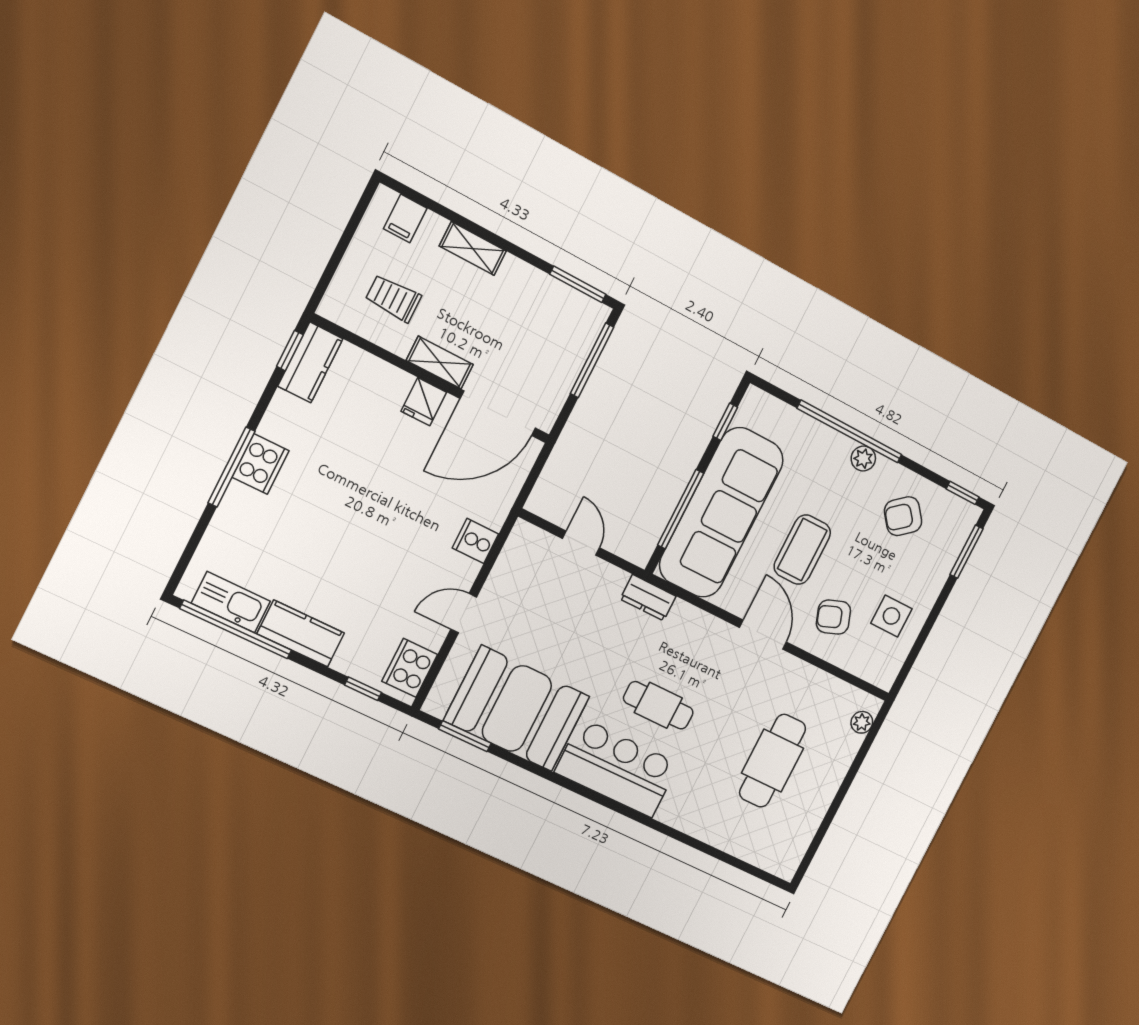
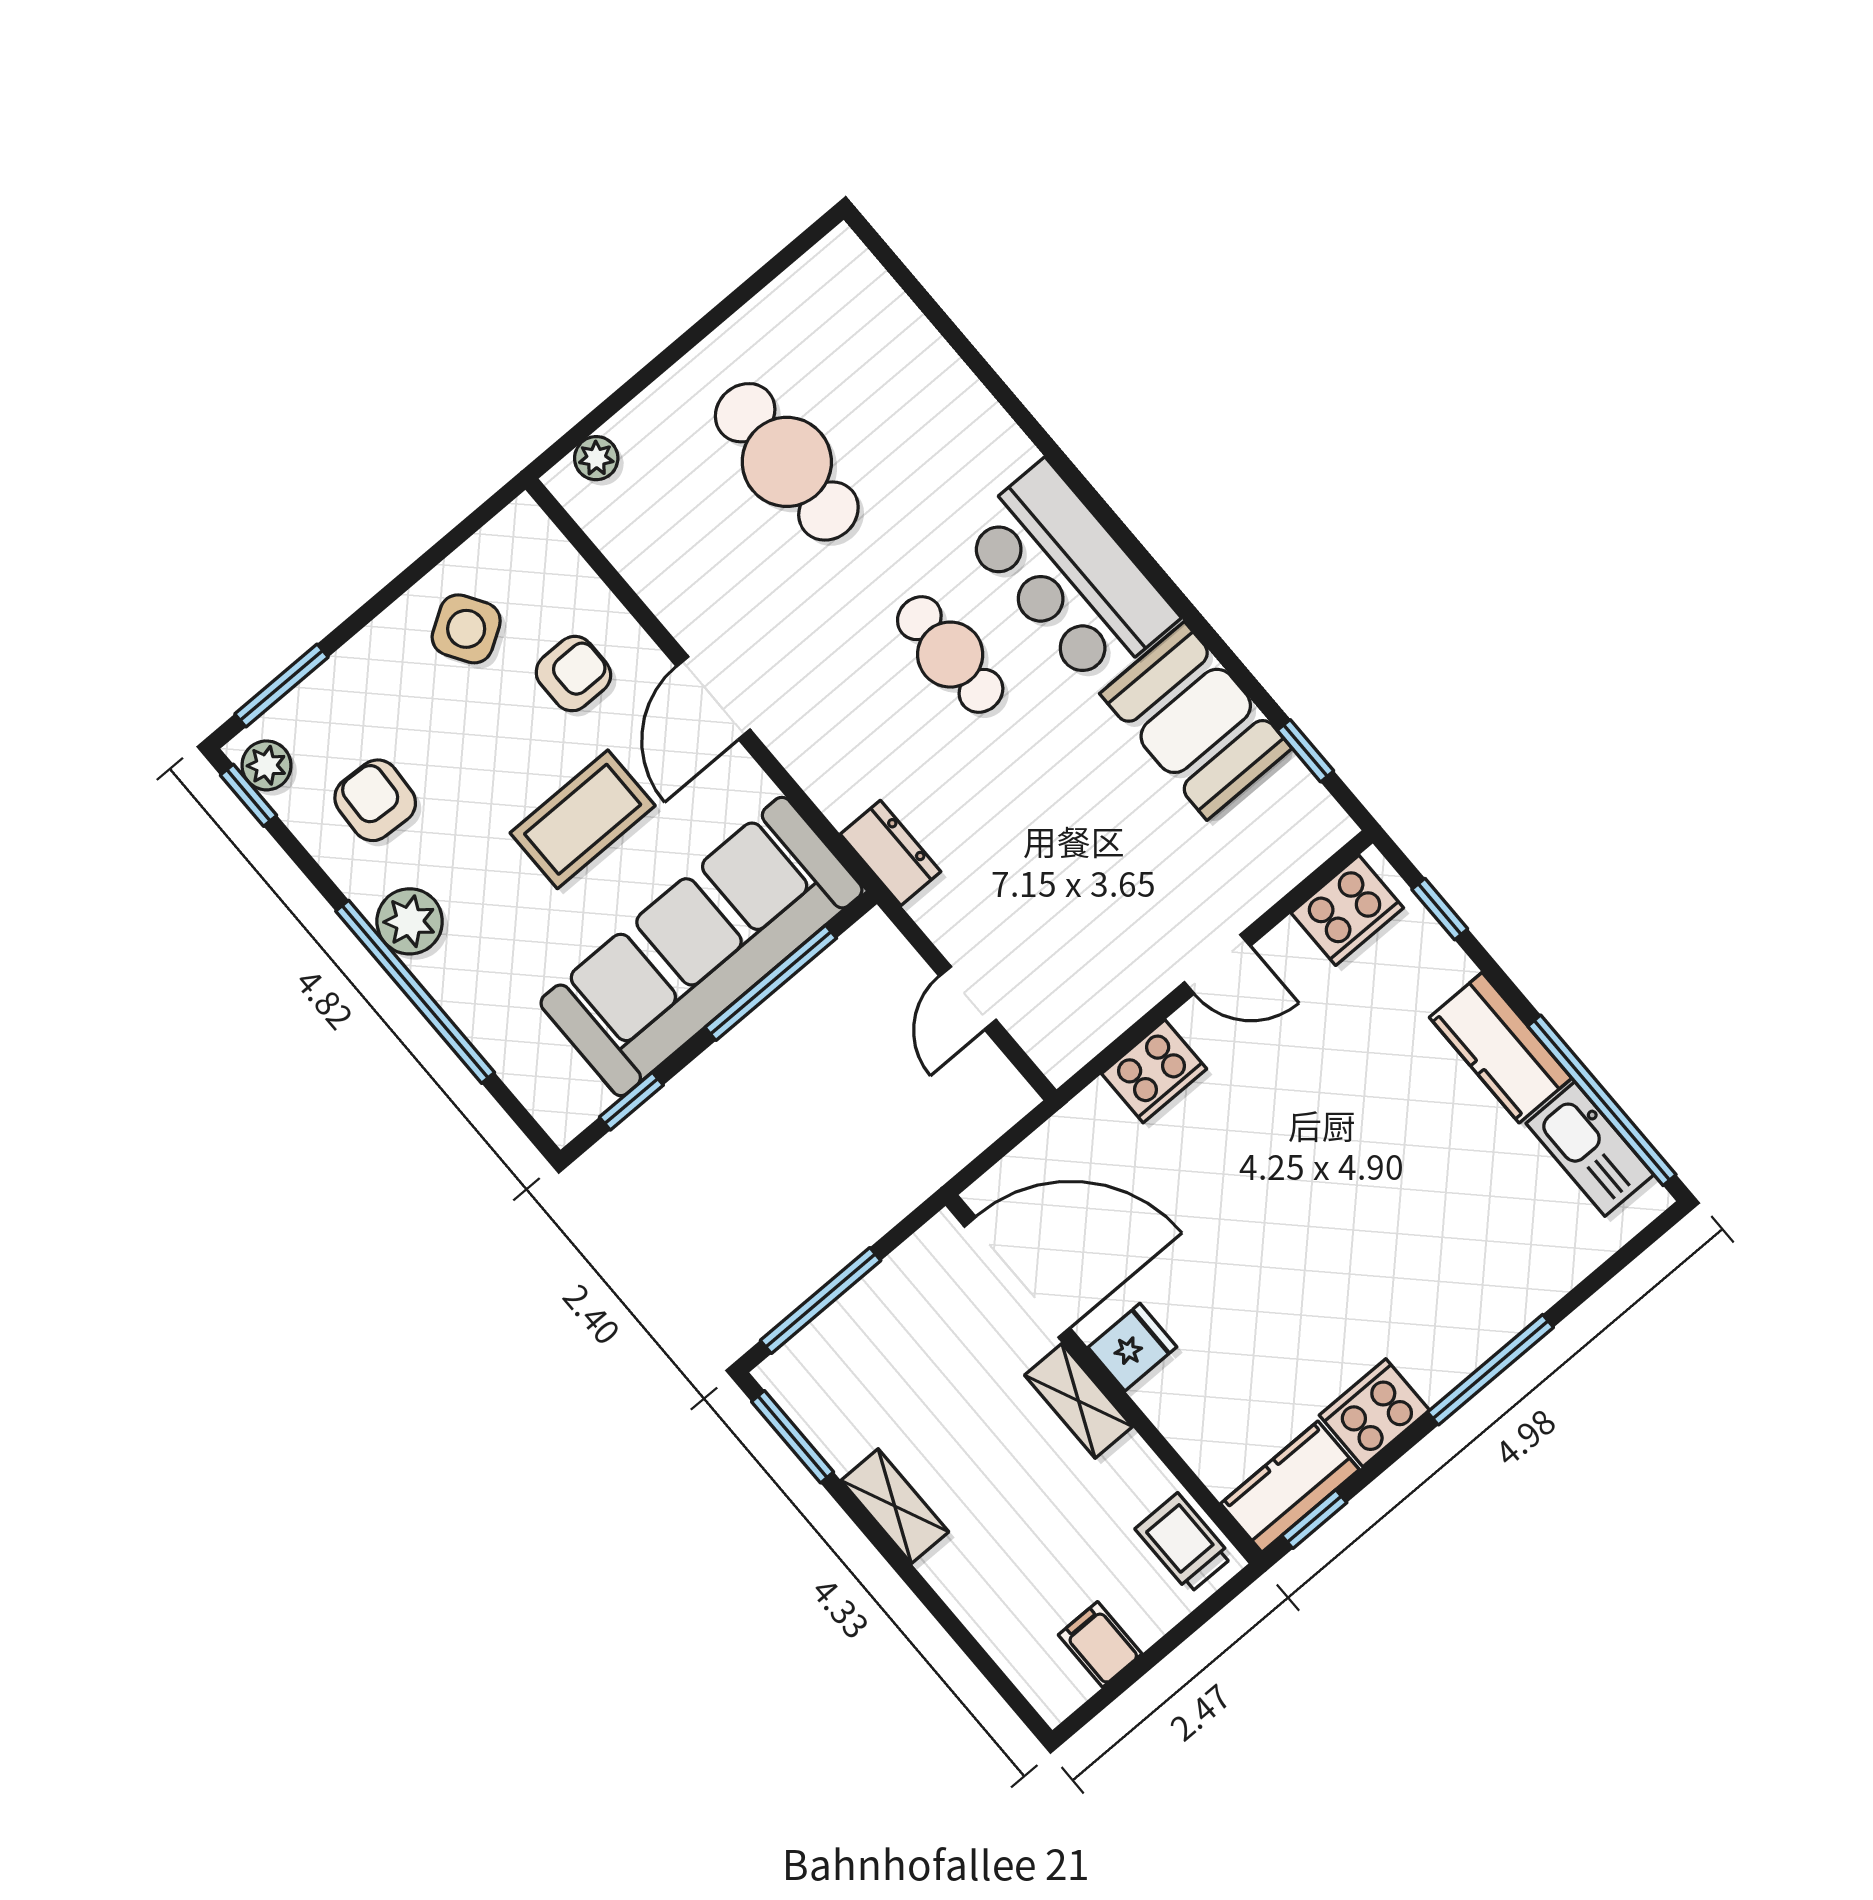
filing cabinet: (405, 218) -> (1100, 1644), moved, turned -90
shelving: (473, 249) -> (895, 1506), moved
trolley: (393, 298) -> (1184, 1543), moved, turned 180
plant: (863, 458) -> (410, 921), width x1.38, depth x1.38
cooker: (261, 464) -> (1374, 1413), moved
plant: (960, 511) -> (266, 765), added
armchair: (903, 516) -> (375, 800), turned -138
cooker: (475, 541) -> (1154, 1071), width x1.36
side table: (891, 616) -> (466, 629), turned -32
armchair: (833, 617) -> (573, 674), turned -70
booth: (517, 709) -> (1196, 721), width x0.73, depth x0.70
window: (465, 736) -> (1305, 751), width x0.67
cafe table: (773, 761) -> (787, 462), turned 90

